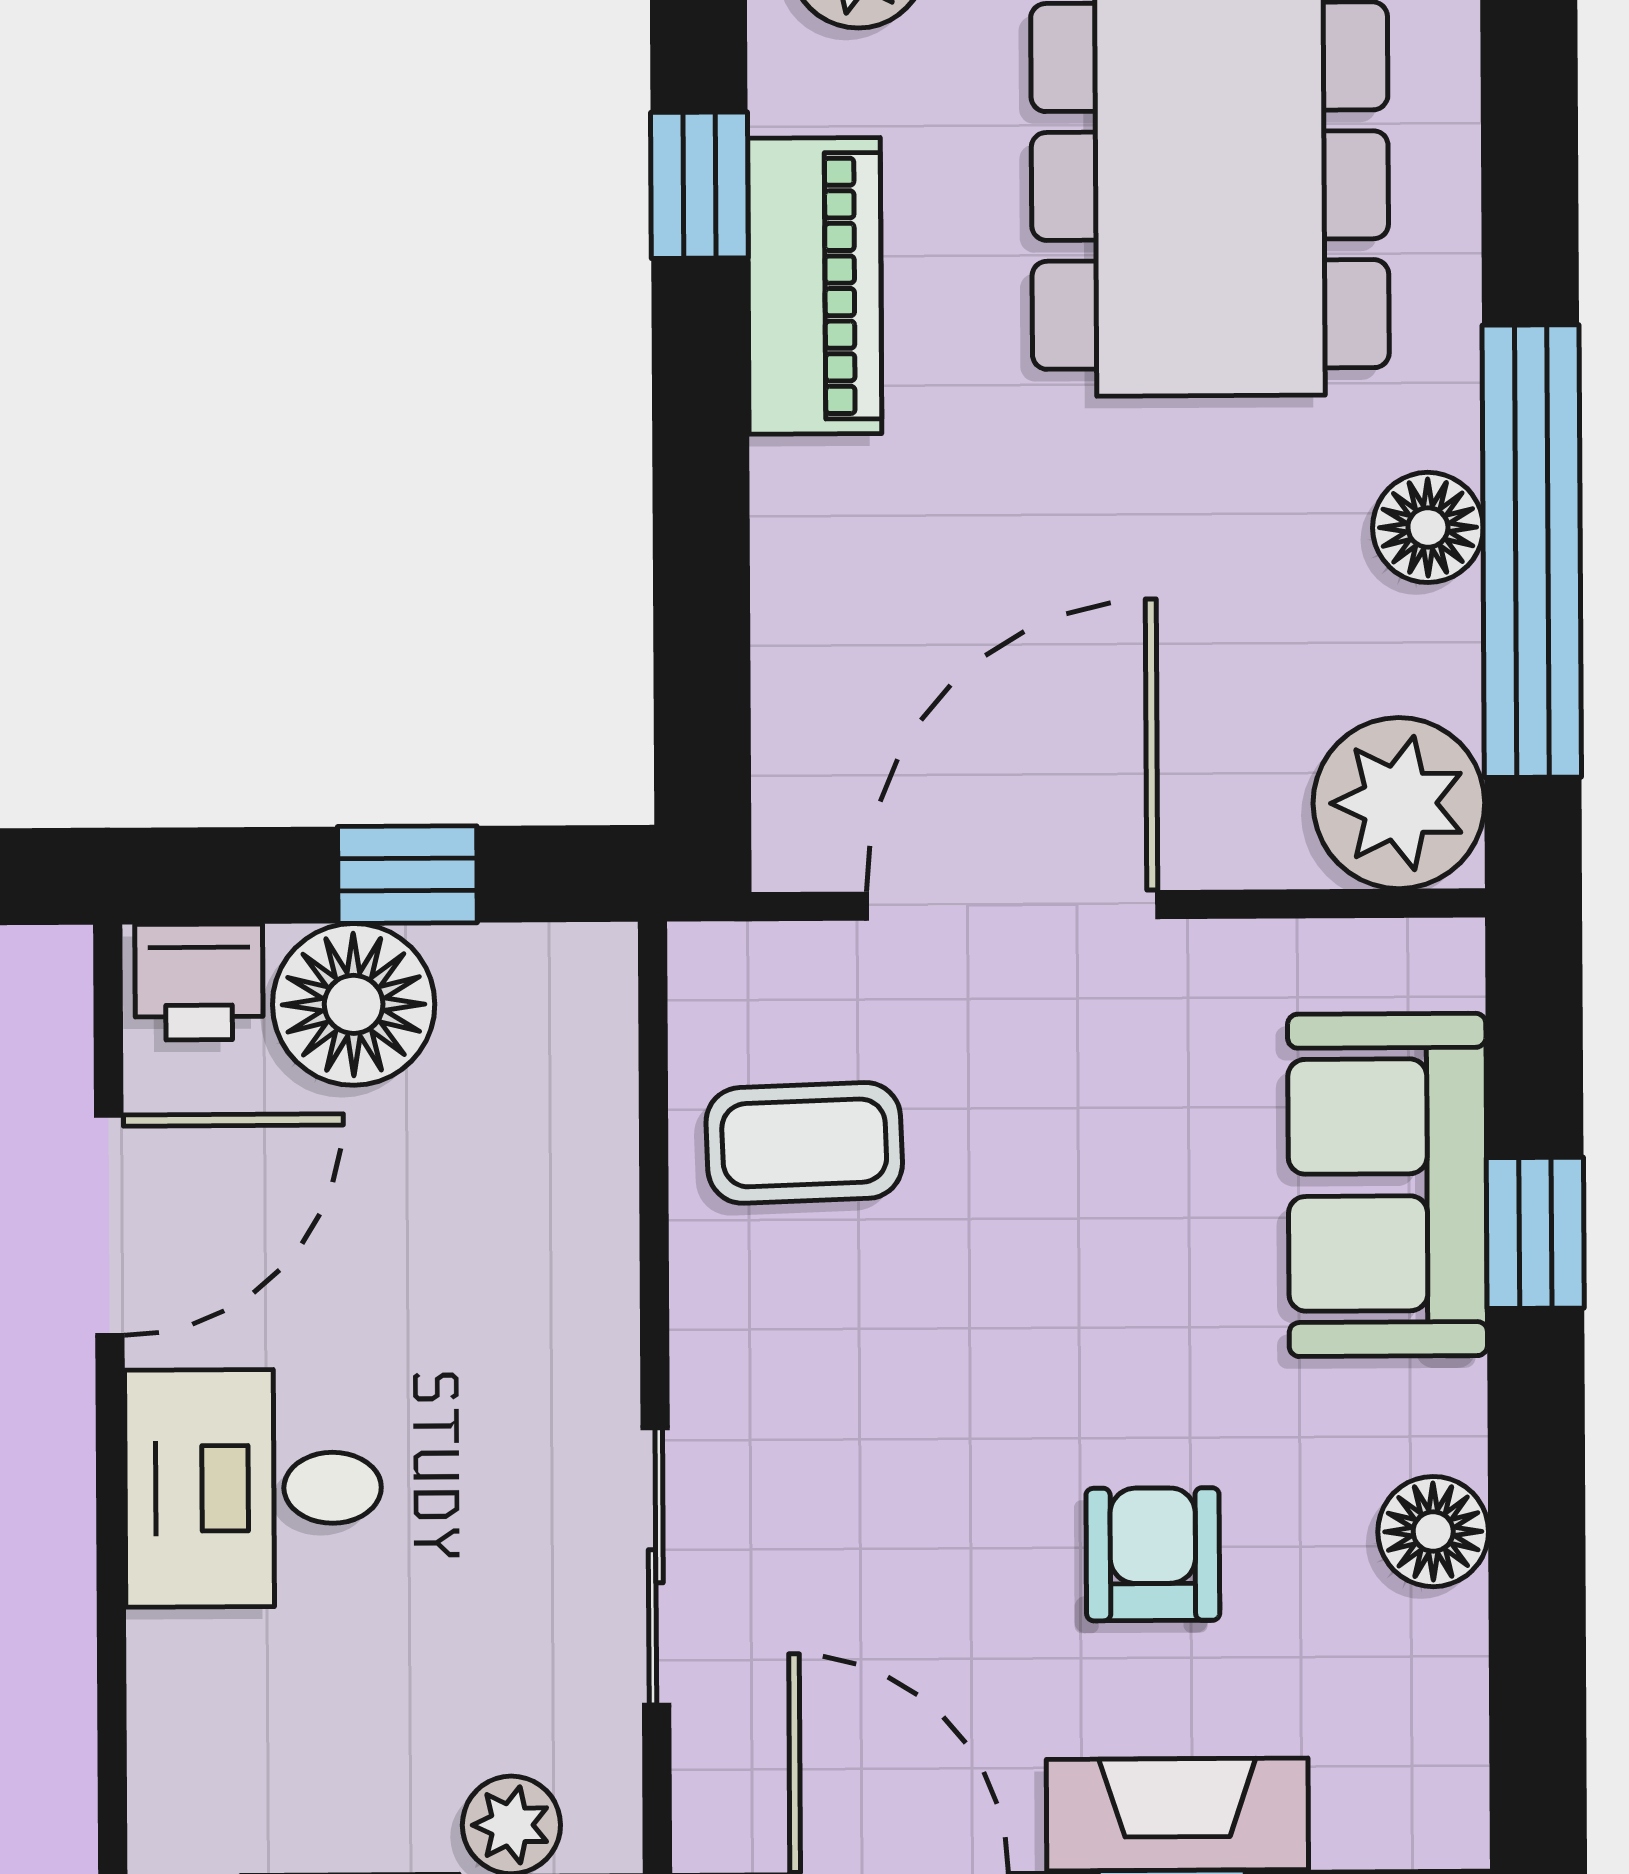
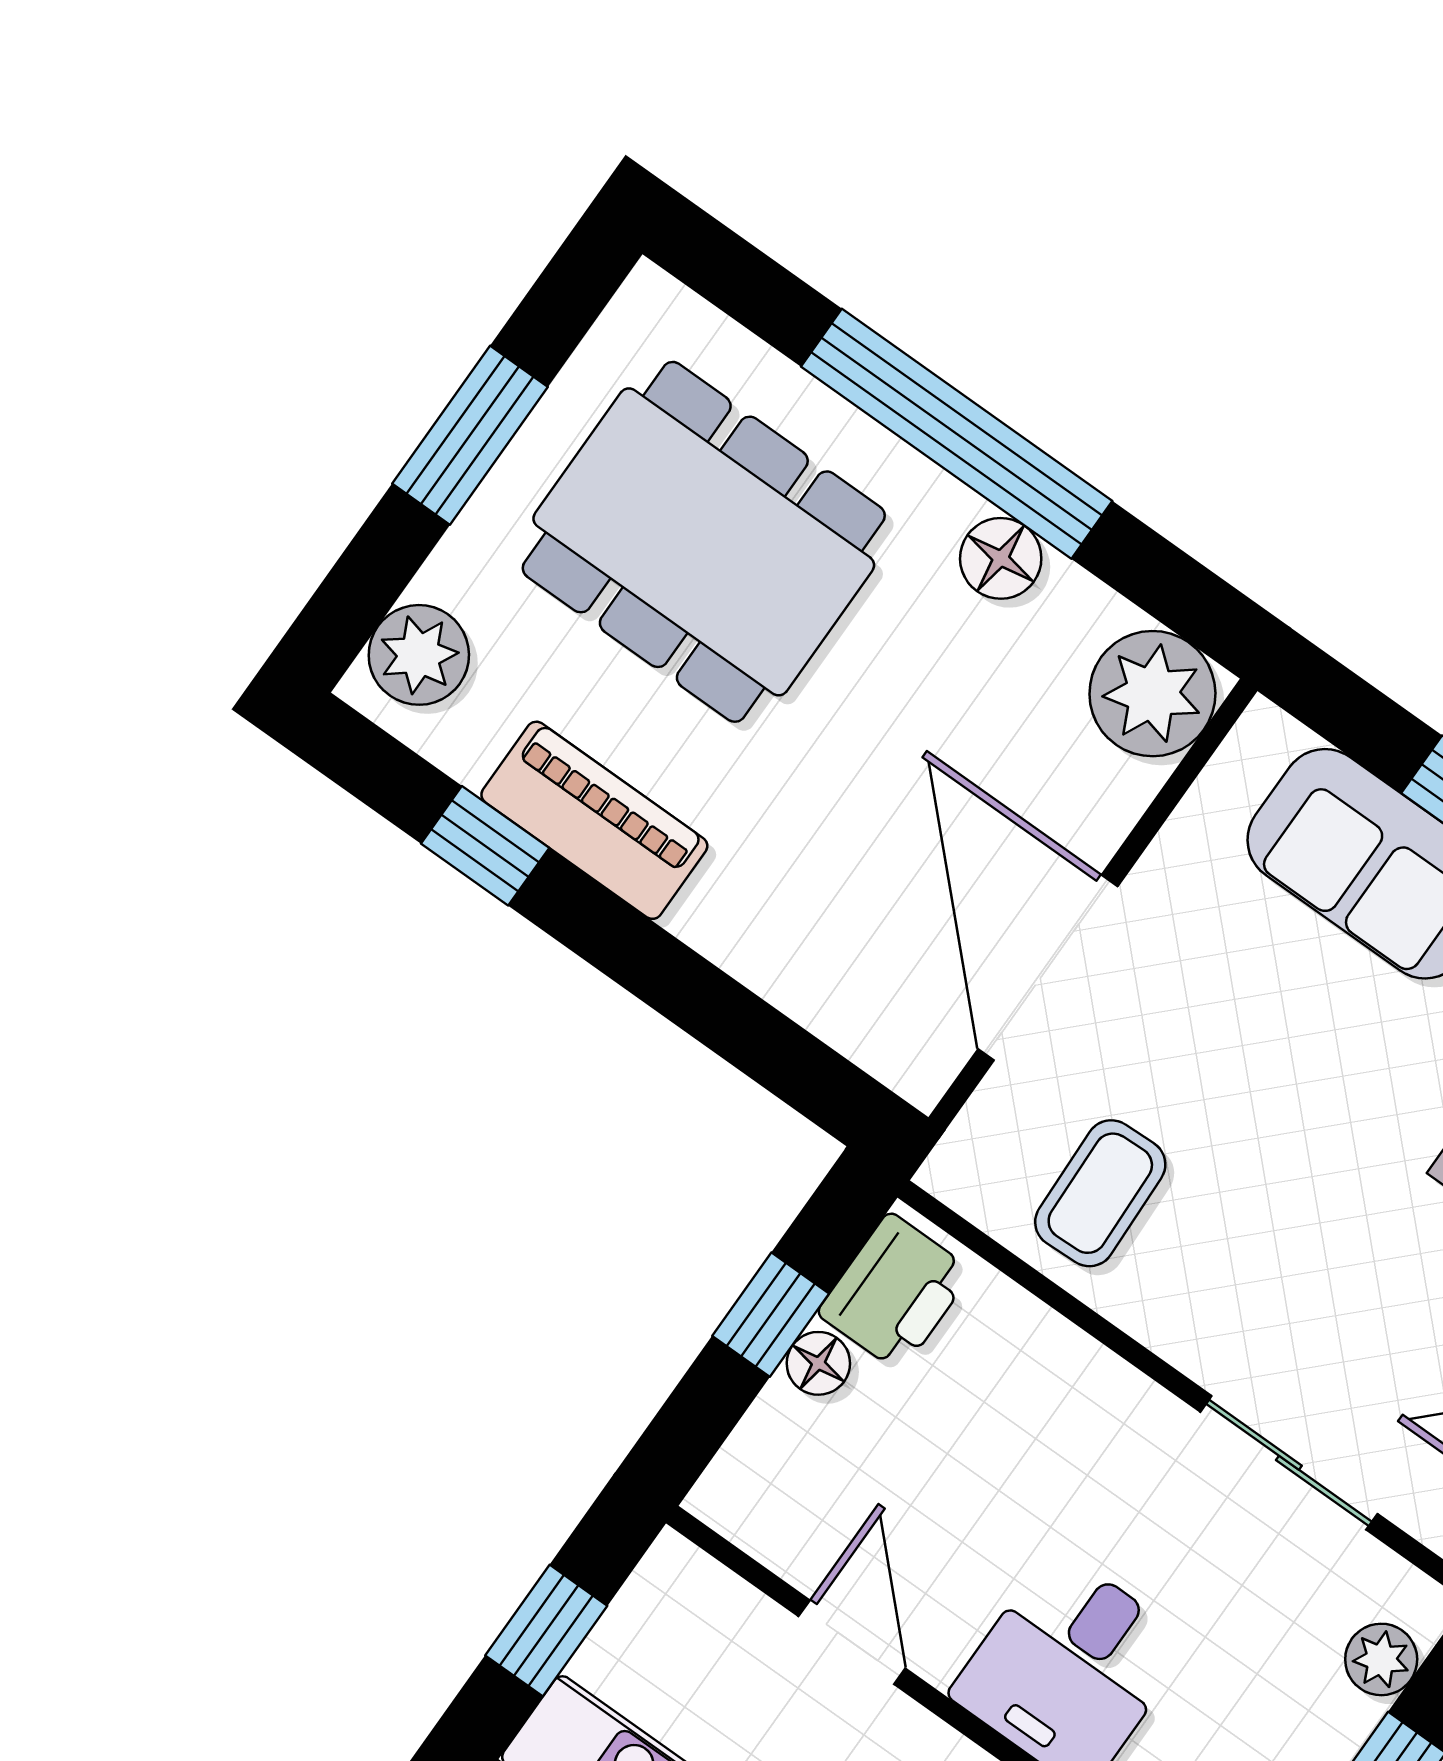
window: (1532, 551) -> (957, 434), moved
printer: (199, 982) -> (895, 1292), moved, width x1.36, depth x1.24
floor lamp: (354, 1004) -> (818, 1363), width x0.53, depth x0.53
door: (109, 1225) -> (852, 1642), width x0.73

